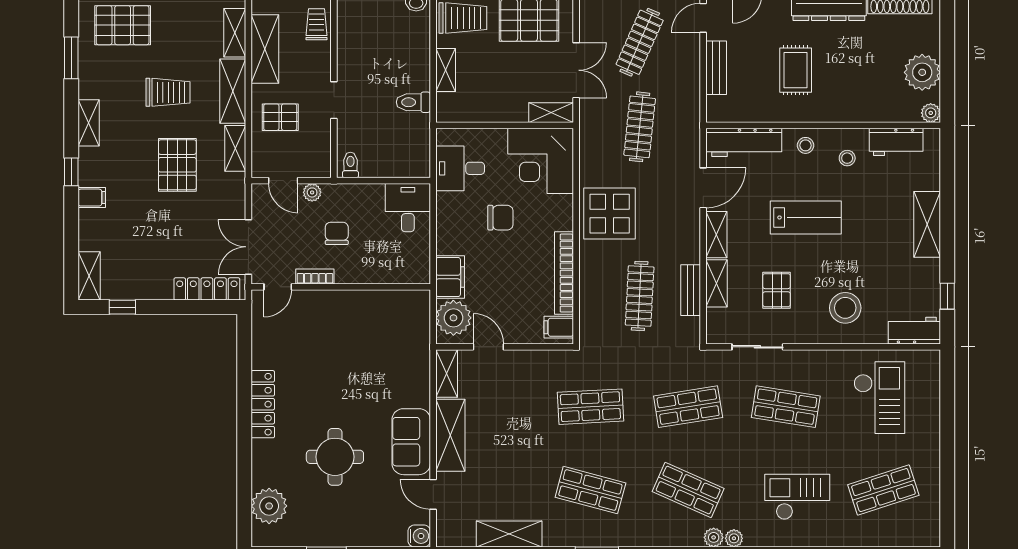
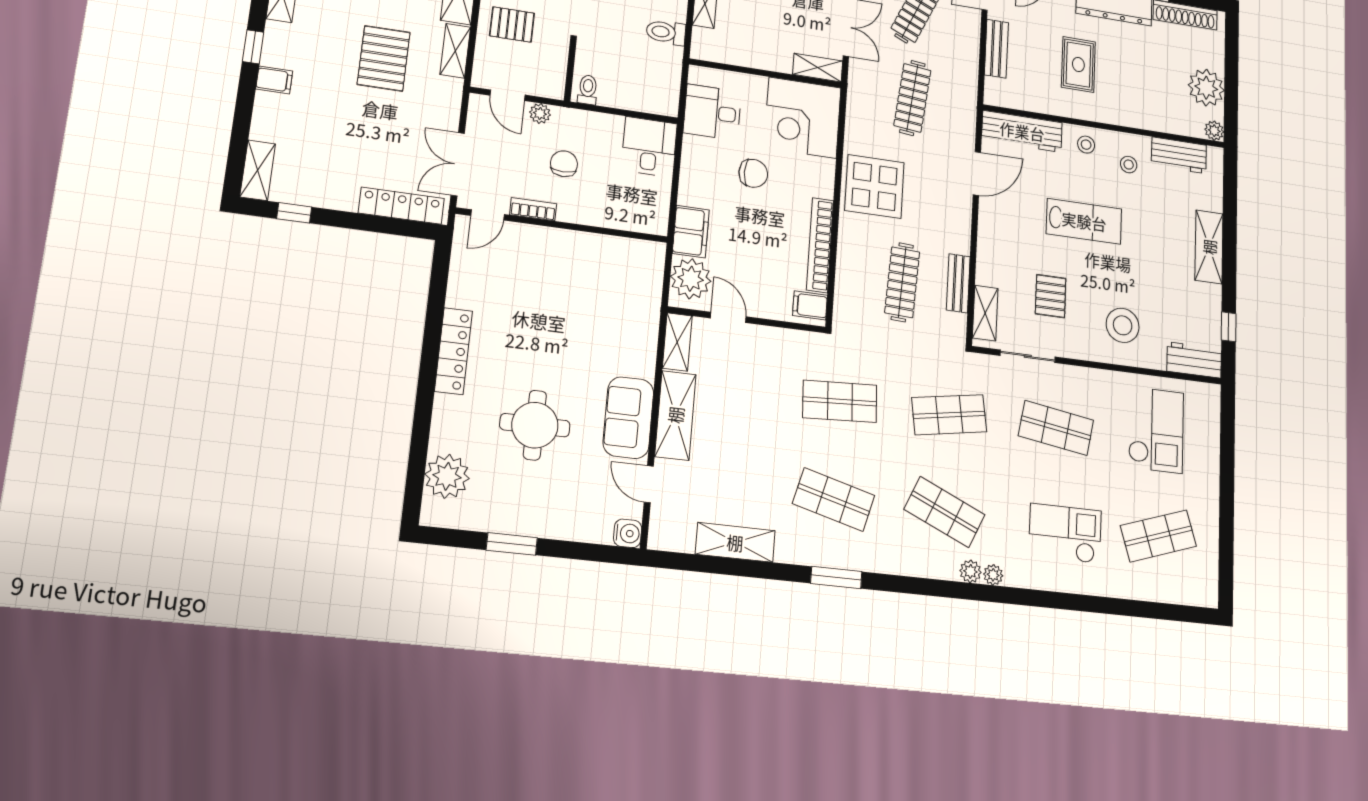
shelving: (716, 235) -> (989, 226), removed
shelving: (717, 283) -> (985, 313), moved

